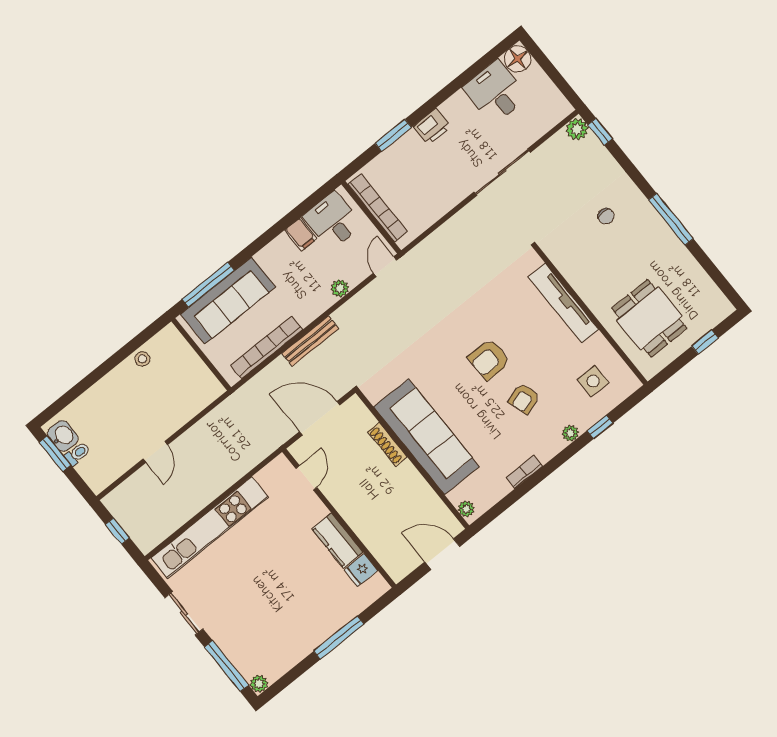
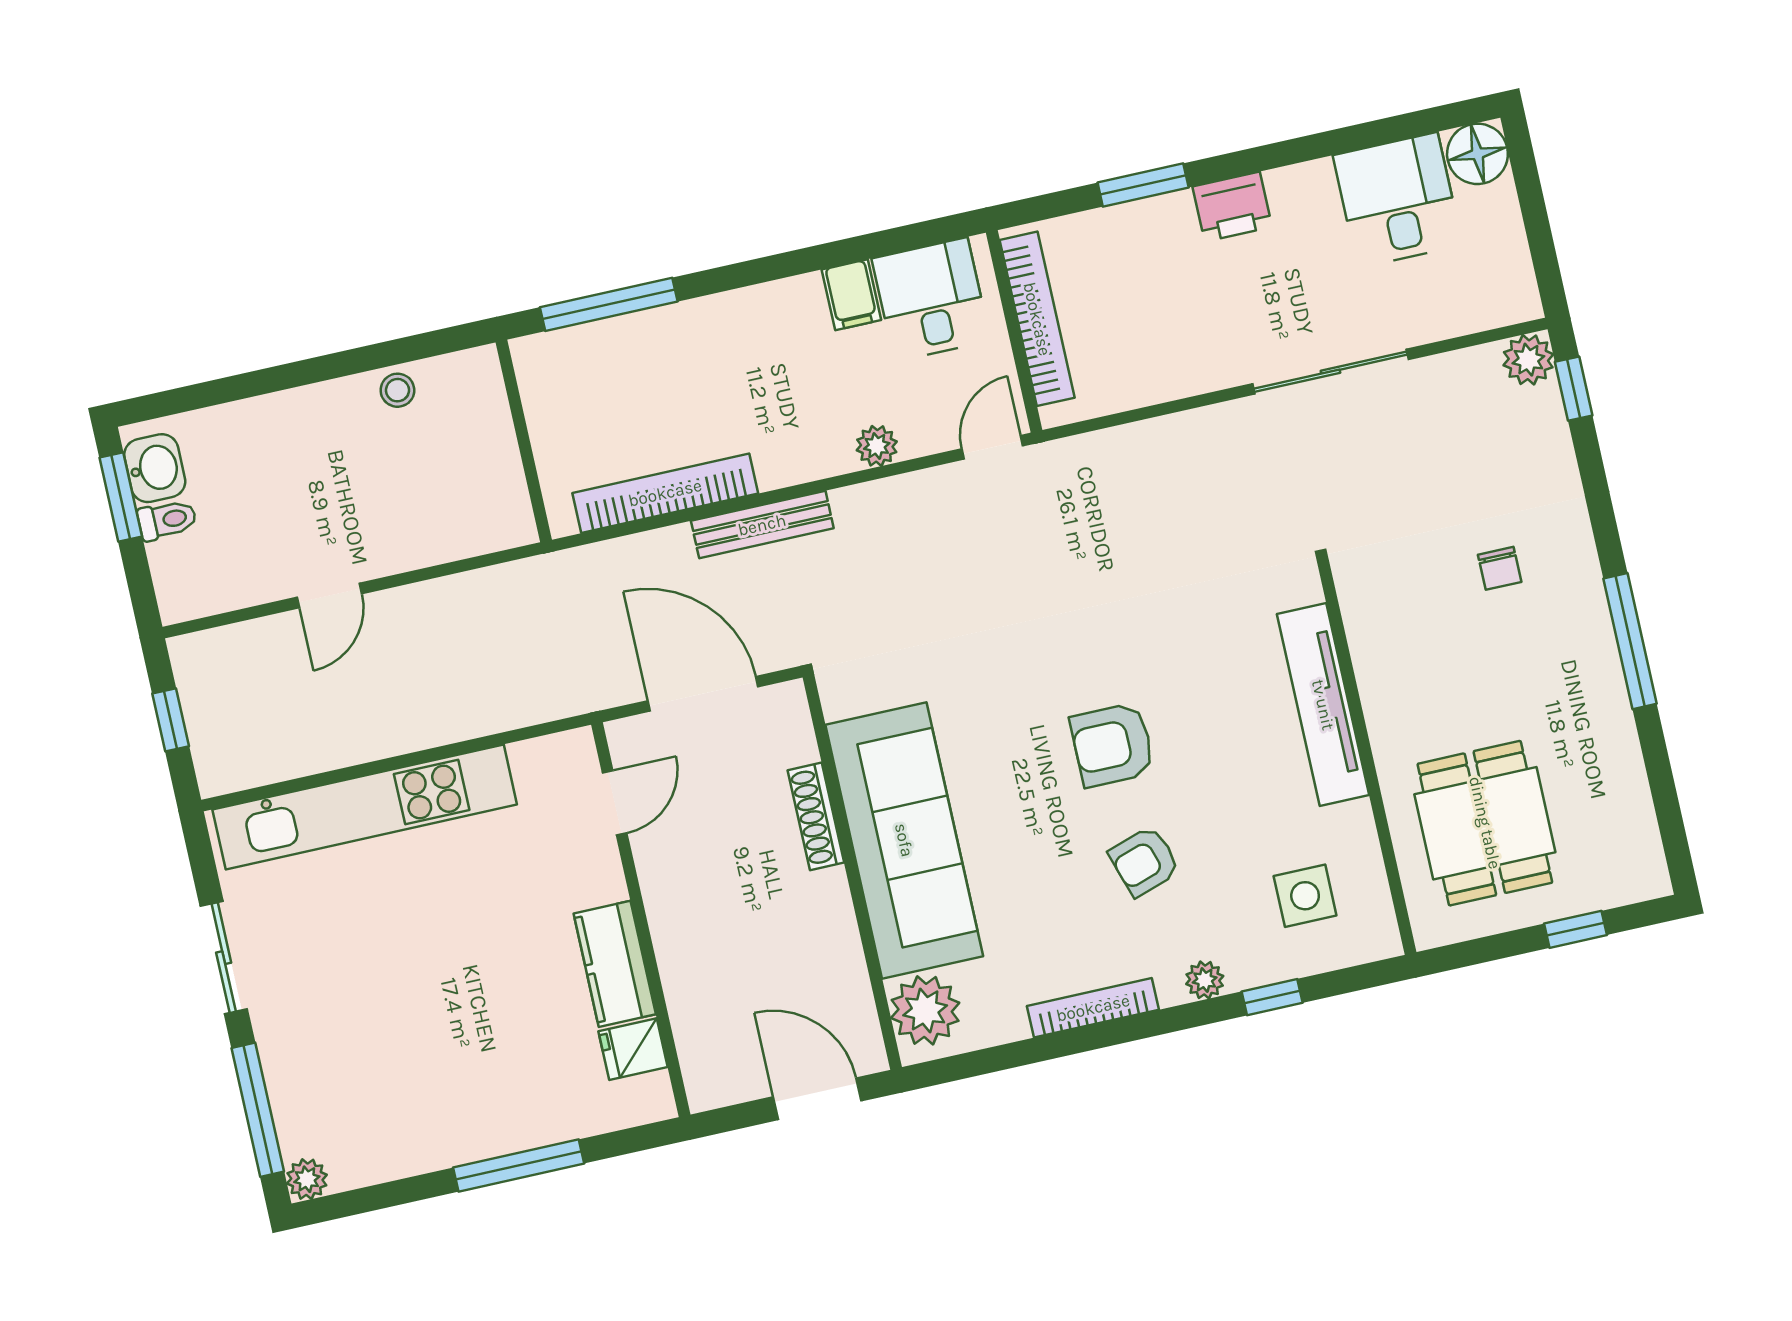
sofa: (228, 300) -> (634, 357), removed
bookcase: (524, 472) -> (1093, 1008), width x1.56
plant: (466, 509) -> (925, 1010), width x1.87, depth x1.87

